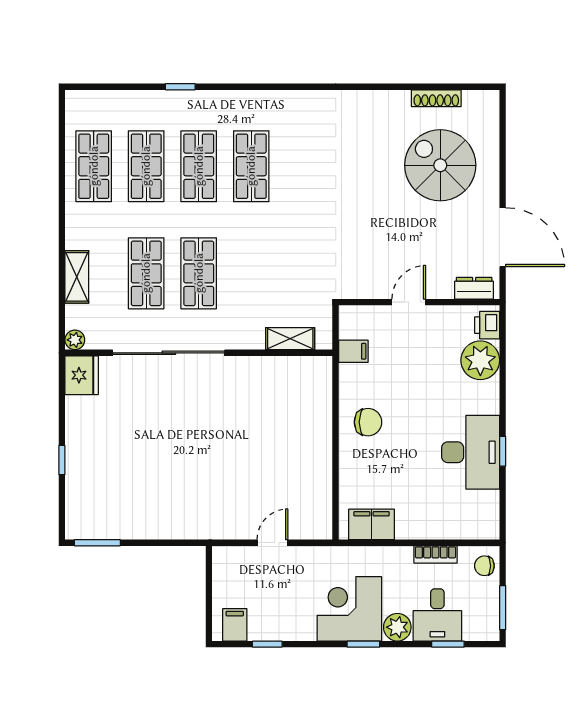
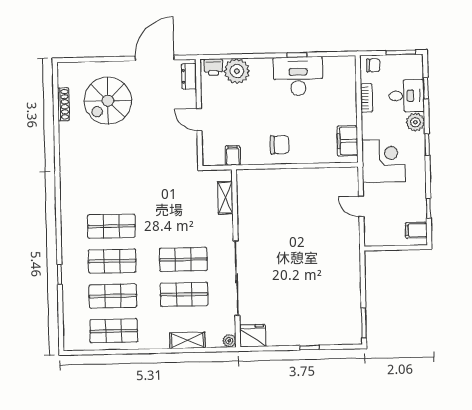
chair: (368, 422) -> (280, 145), turned 90
chair: (484, 566) -> (373, 65), turned -90
corner desk: (349, 609) -> (384, 161), moved, turned 180

